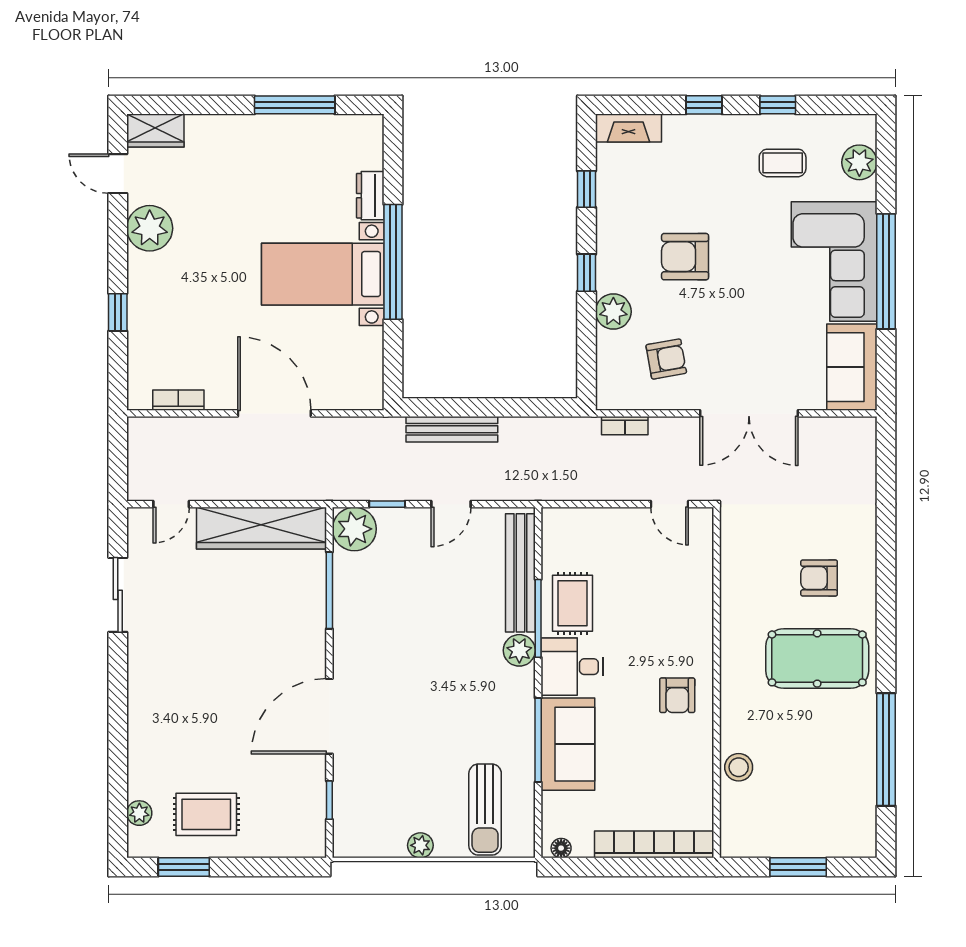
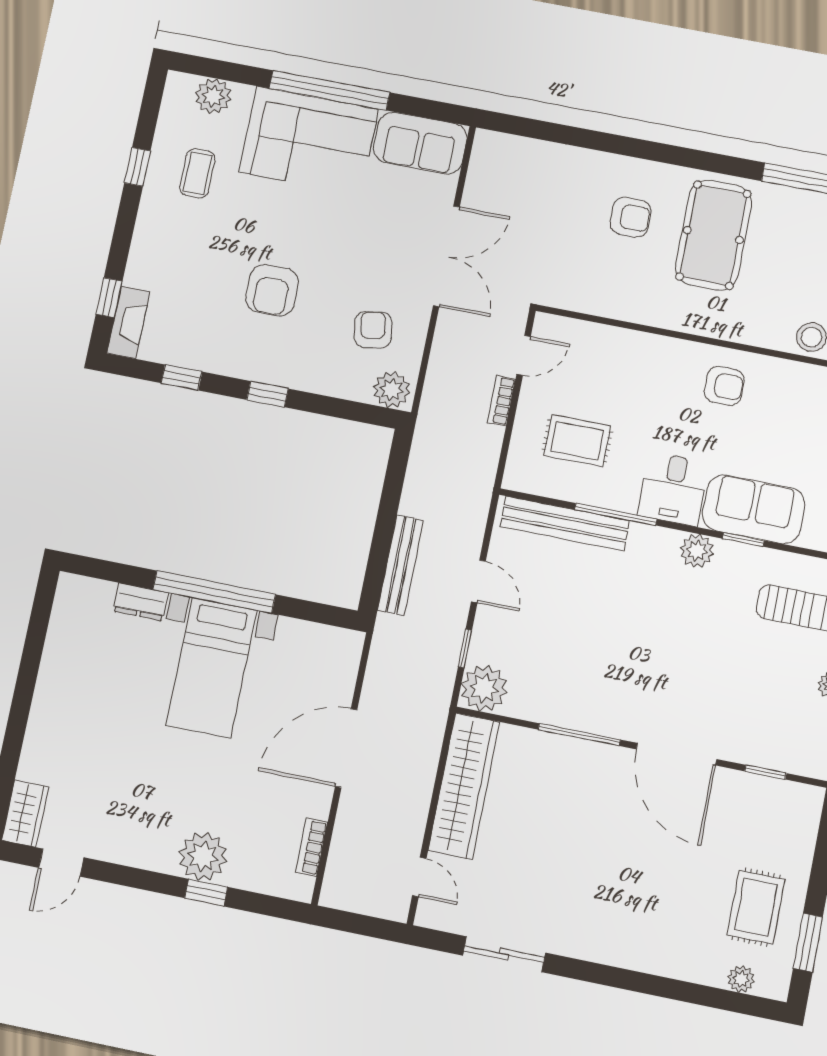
window: (295, 105) -> (30, 662), removed
window: (704, 105) -> (109, 298), moved
plant: (150, 228) -> (203, 856), moved
plant: (613, 312) -> (392, 390), moved
bookcase: (625, 426) -> (501, 401), moved, turned 180
armchair: (819, 578) -> (630, 217), turned -90
window: (329, 590) -> (579, 735), moved
rug: (573, 603) -> (577, 441), moved
plant: (519, 650) -> (697, 551), moved
window: (538, 740) -> (743, 539), width x0.46

